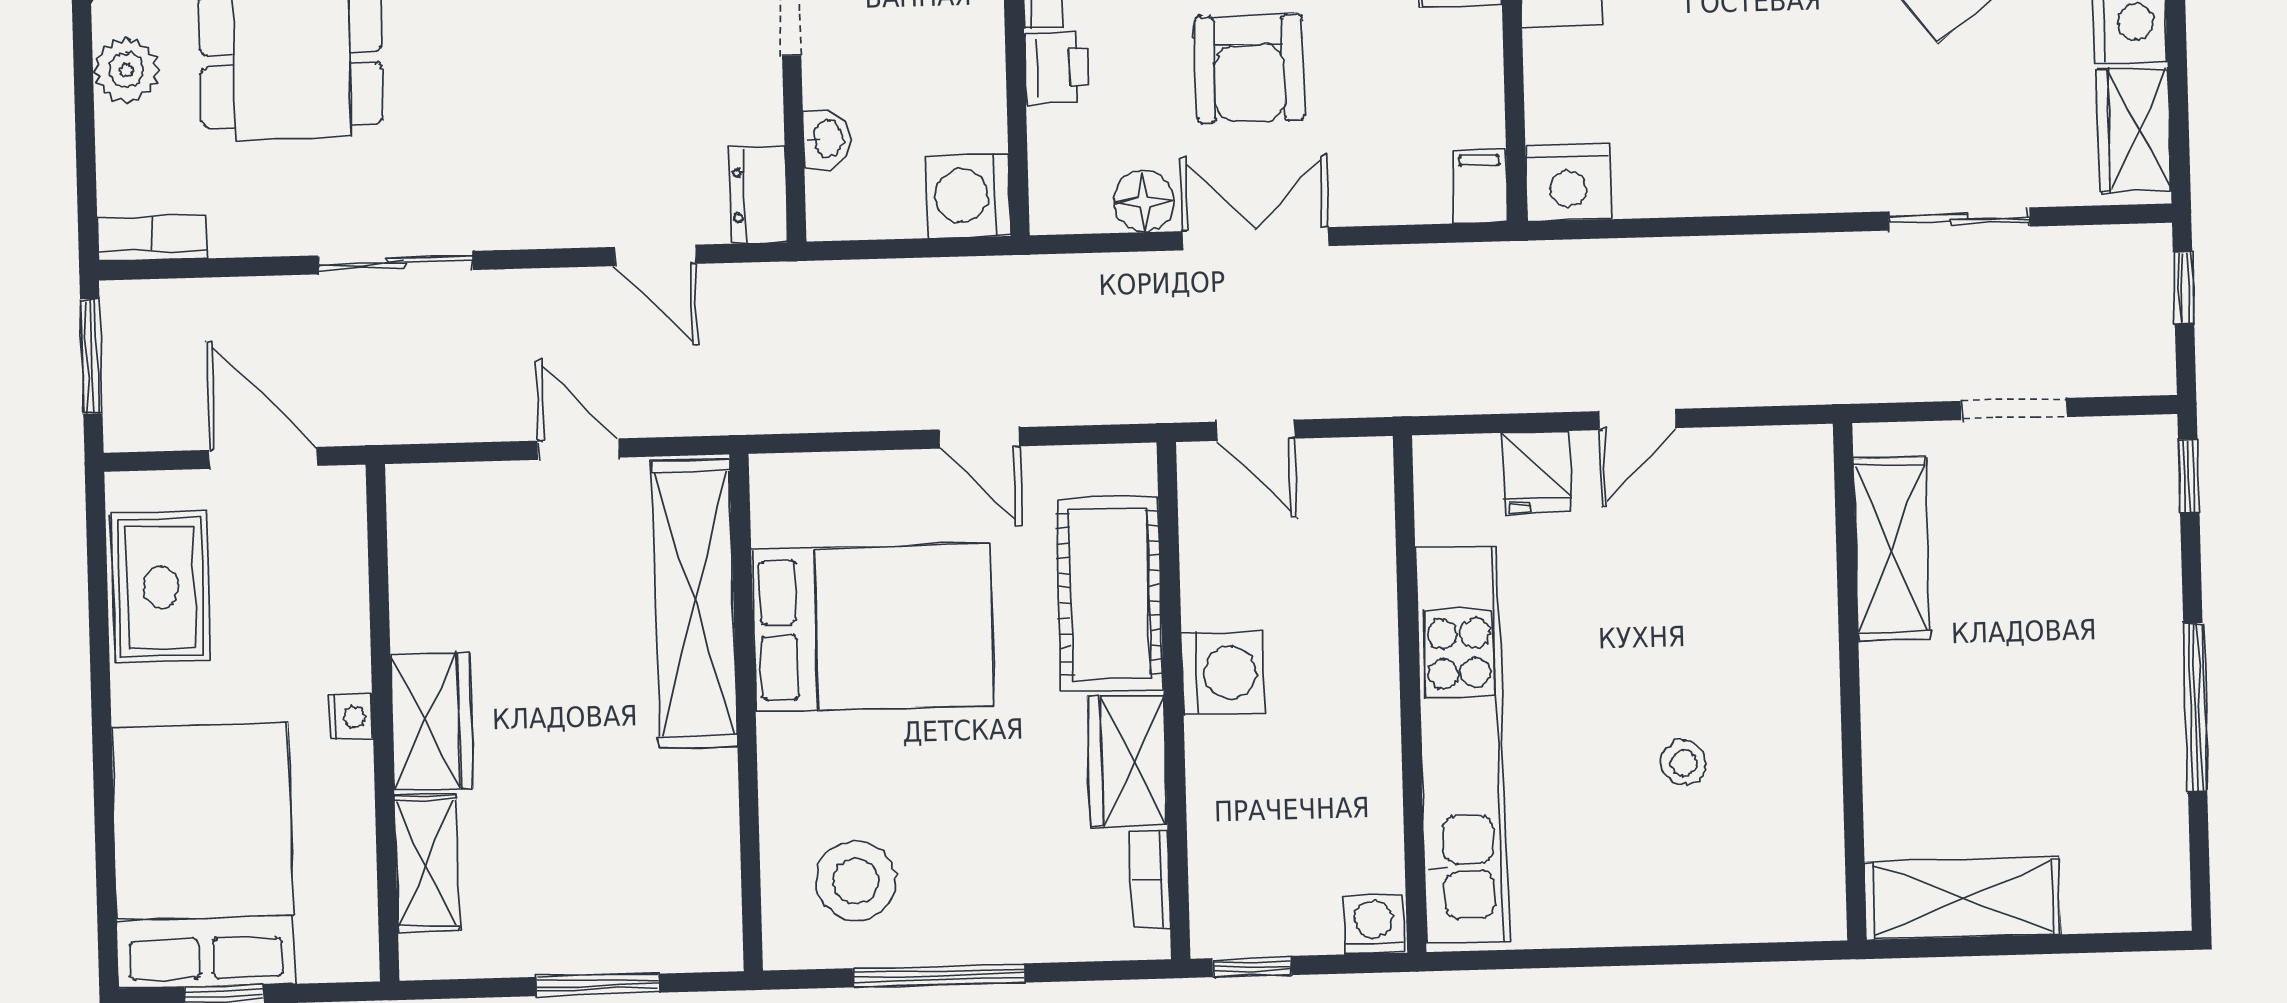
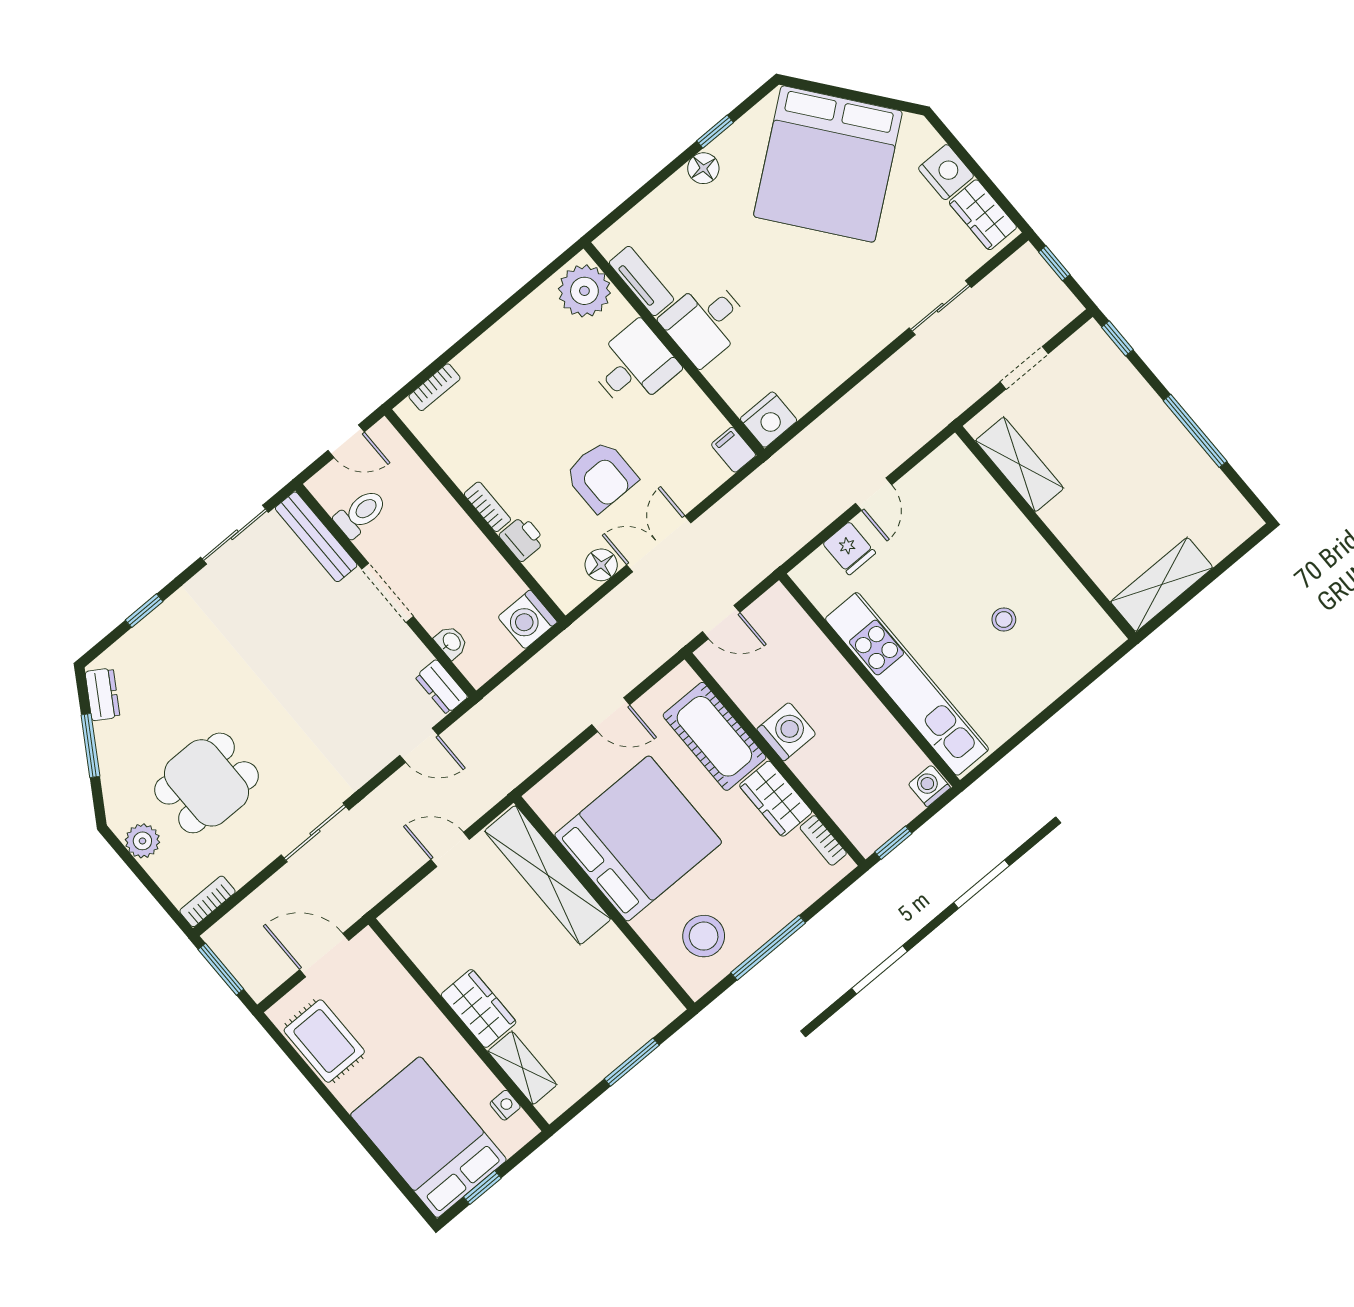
bed: (873, 627) -> (638, 839), width x1.36
nightstand: (351, 717) -> (505, 1105), moved

